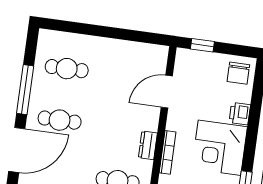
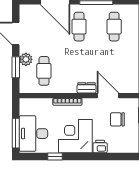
chair: (238, 73) -> (117, 119), moved
dresser: (148, 145) -> (86, 88), moved

